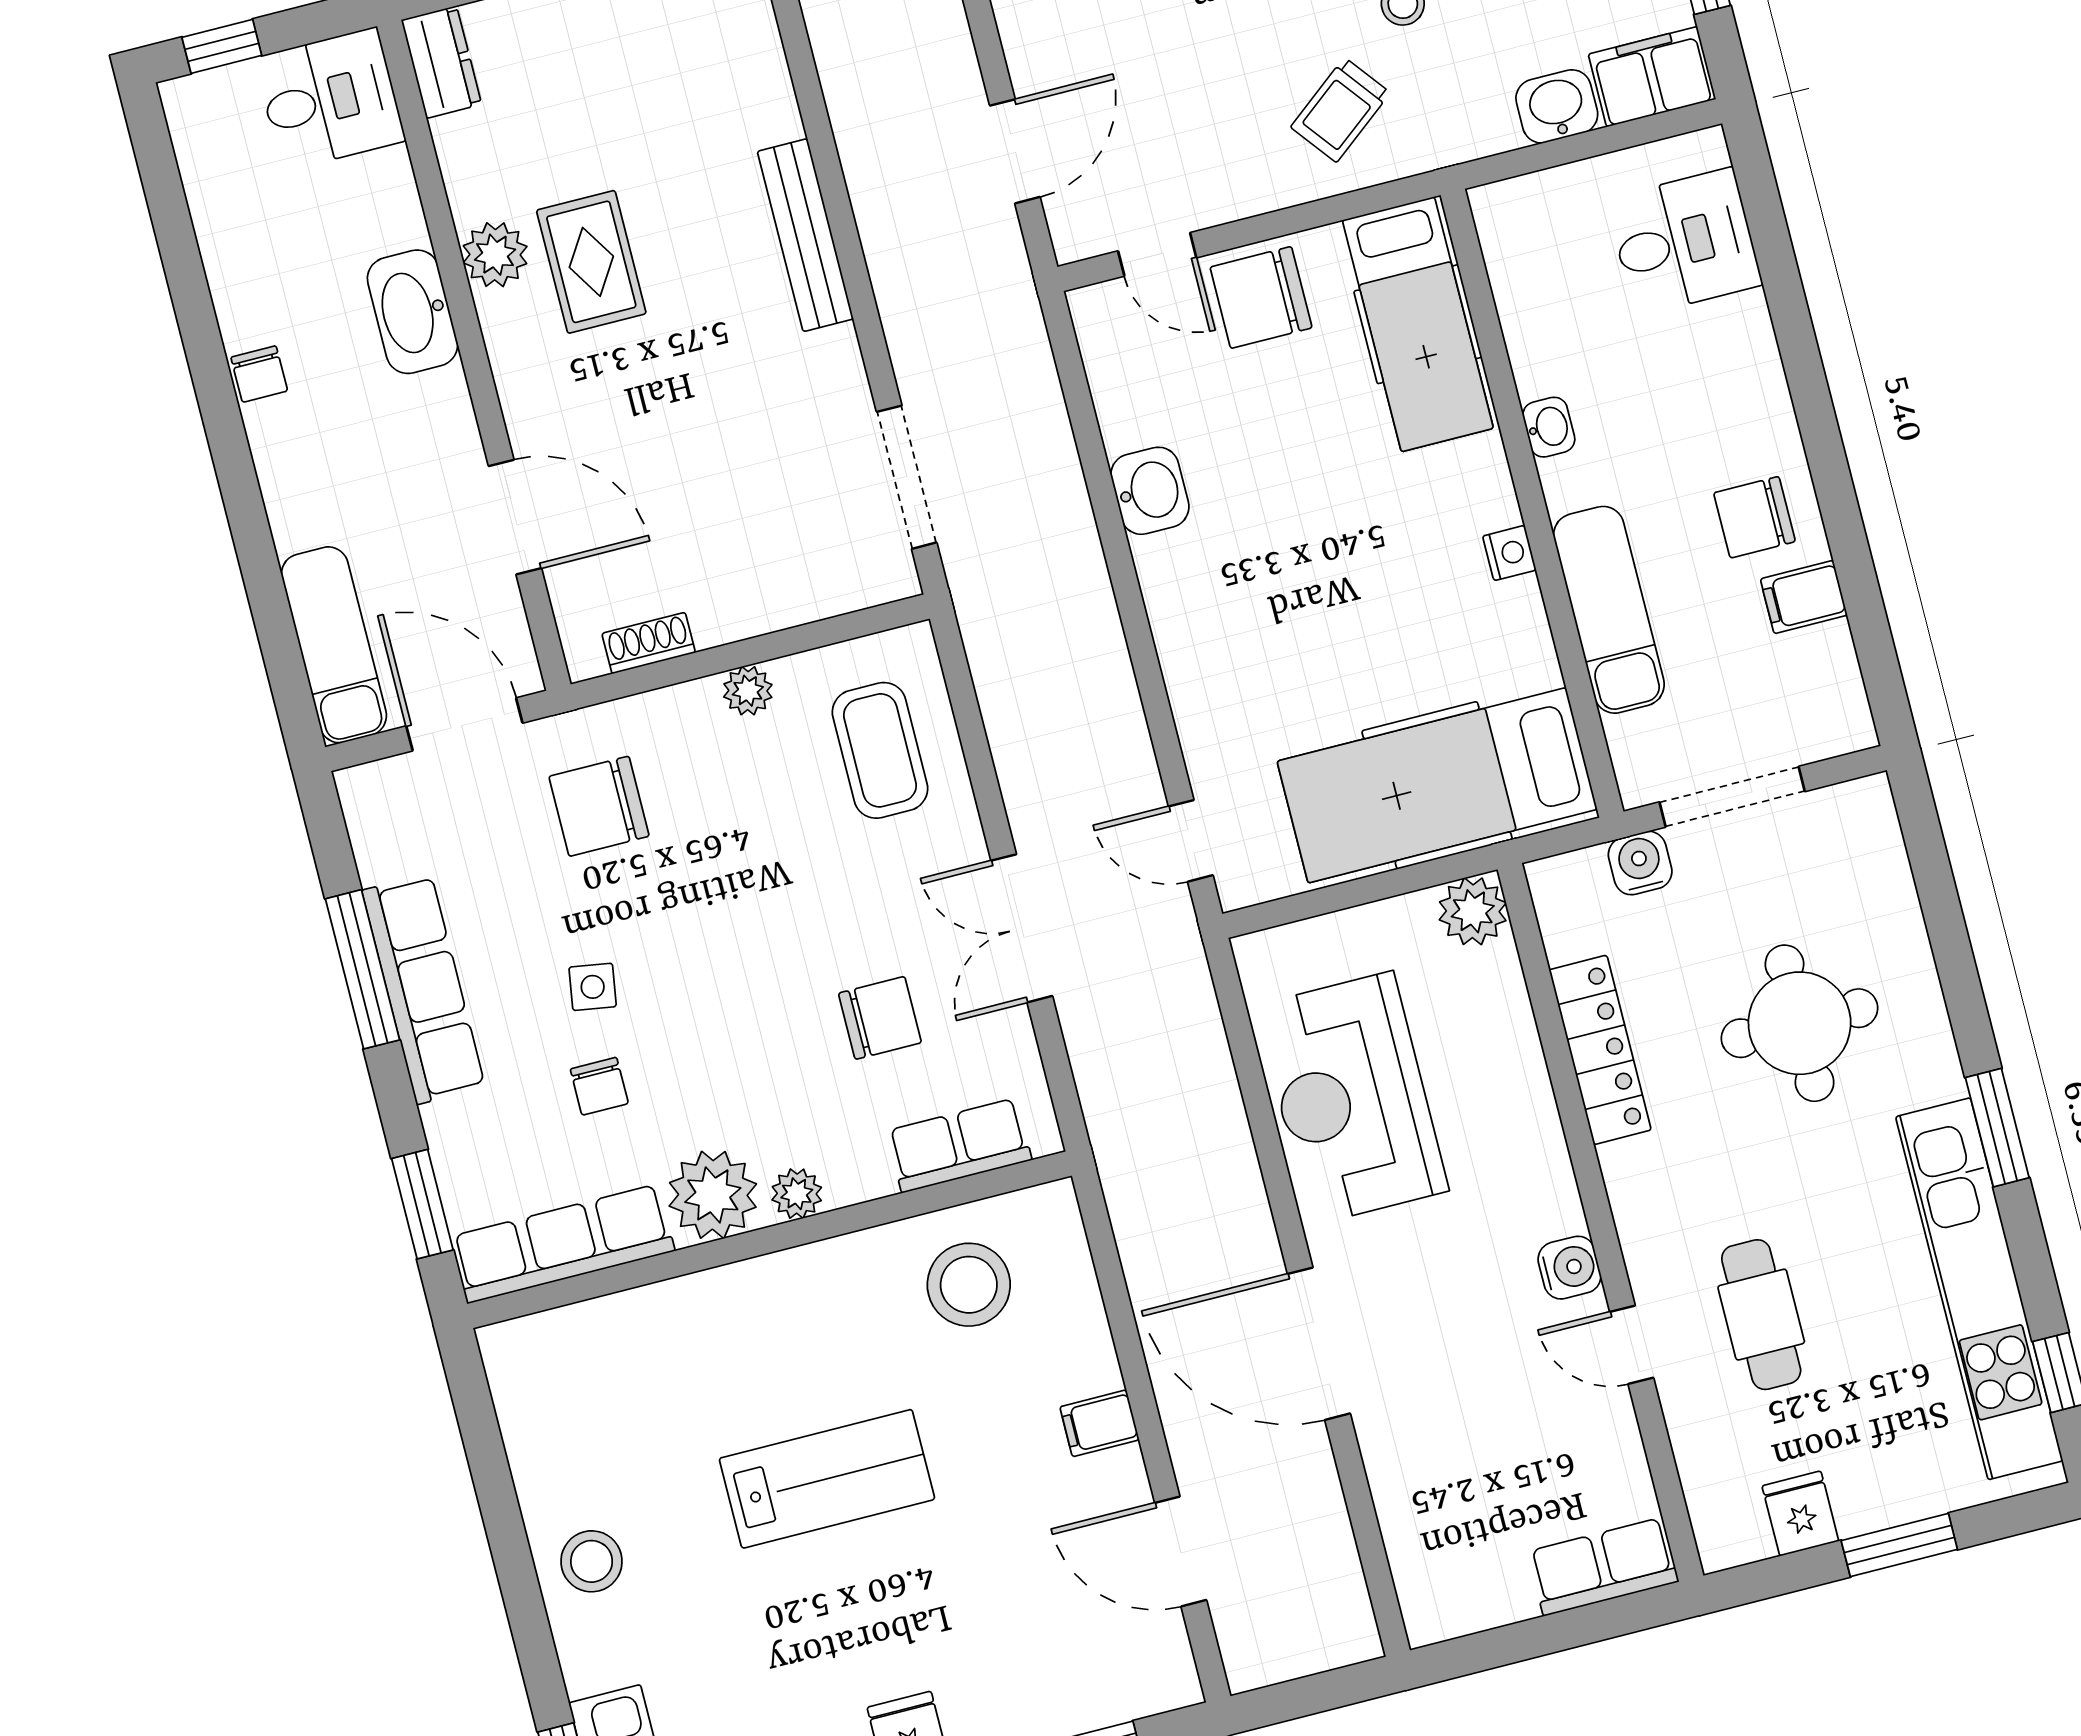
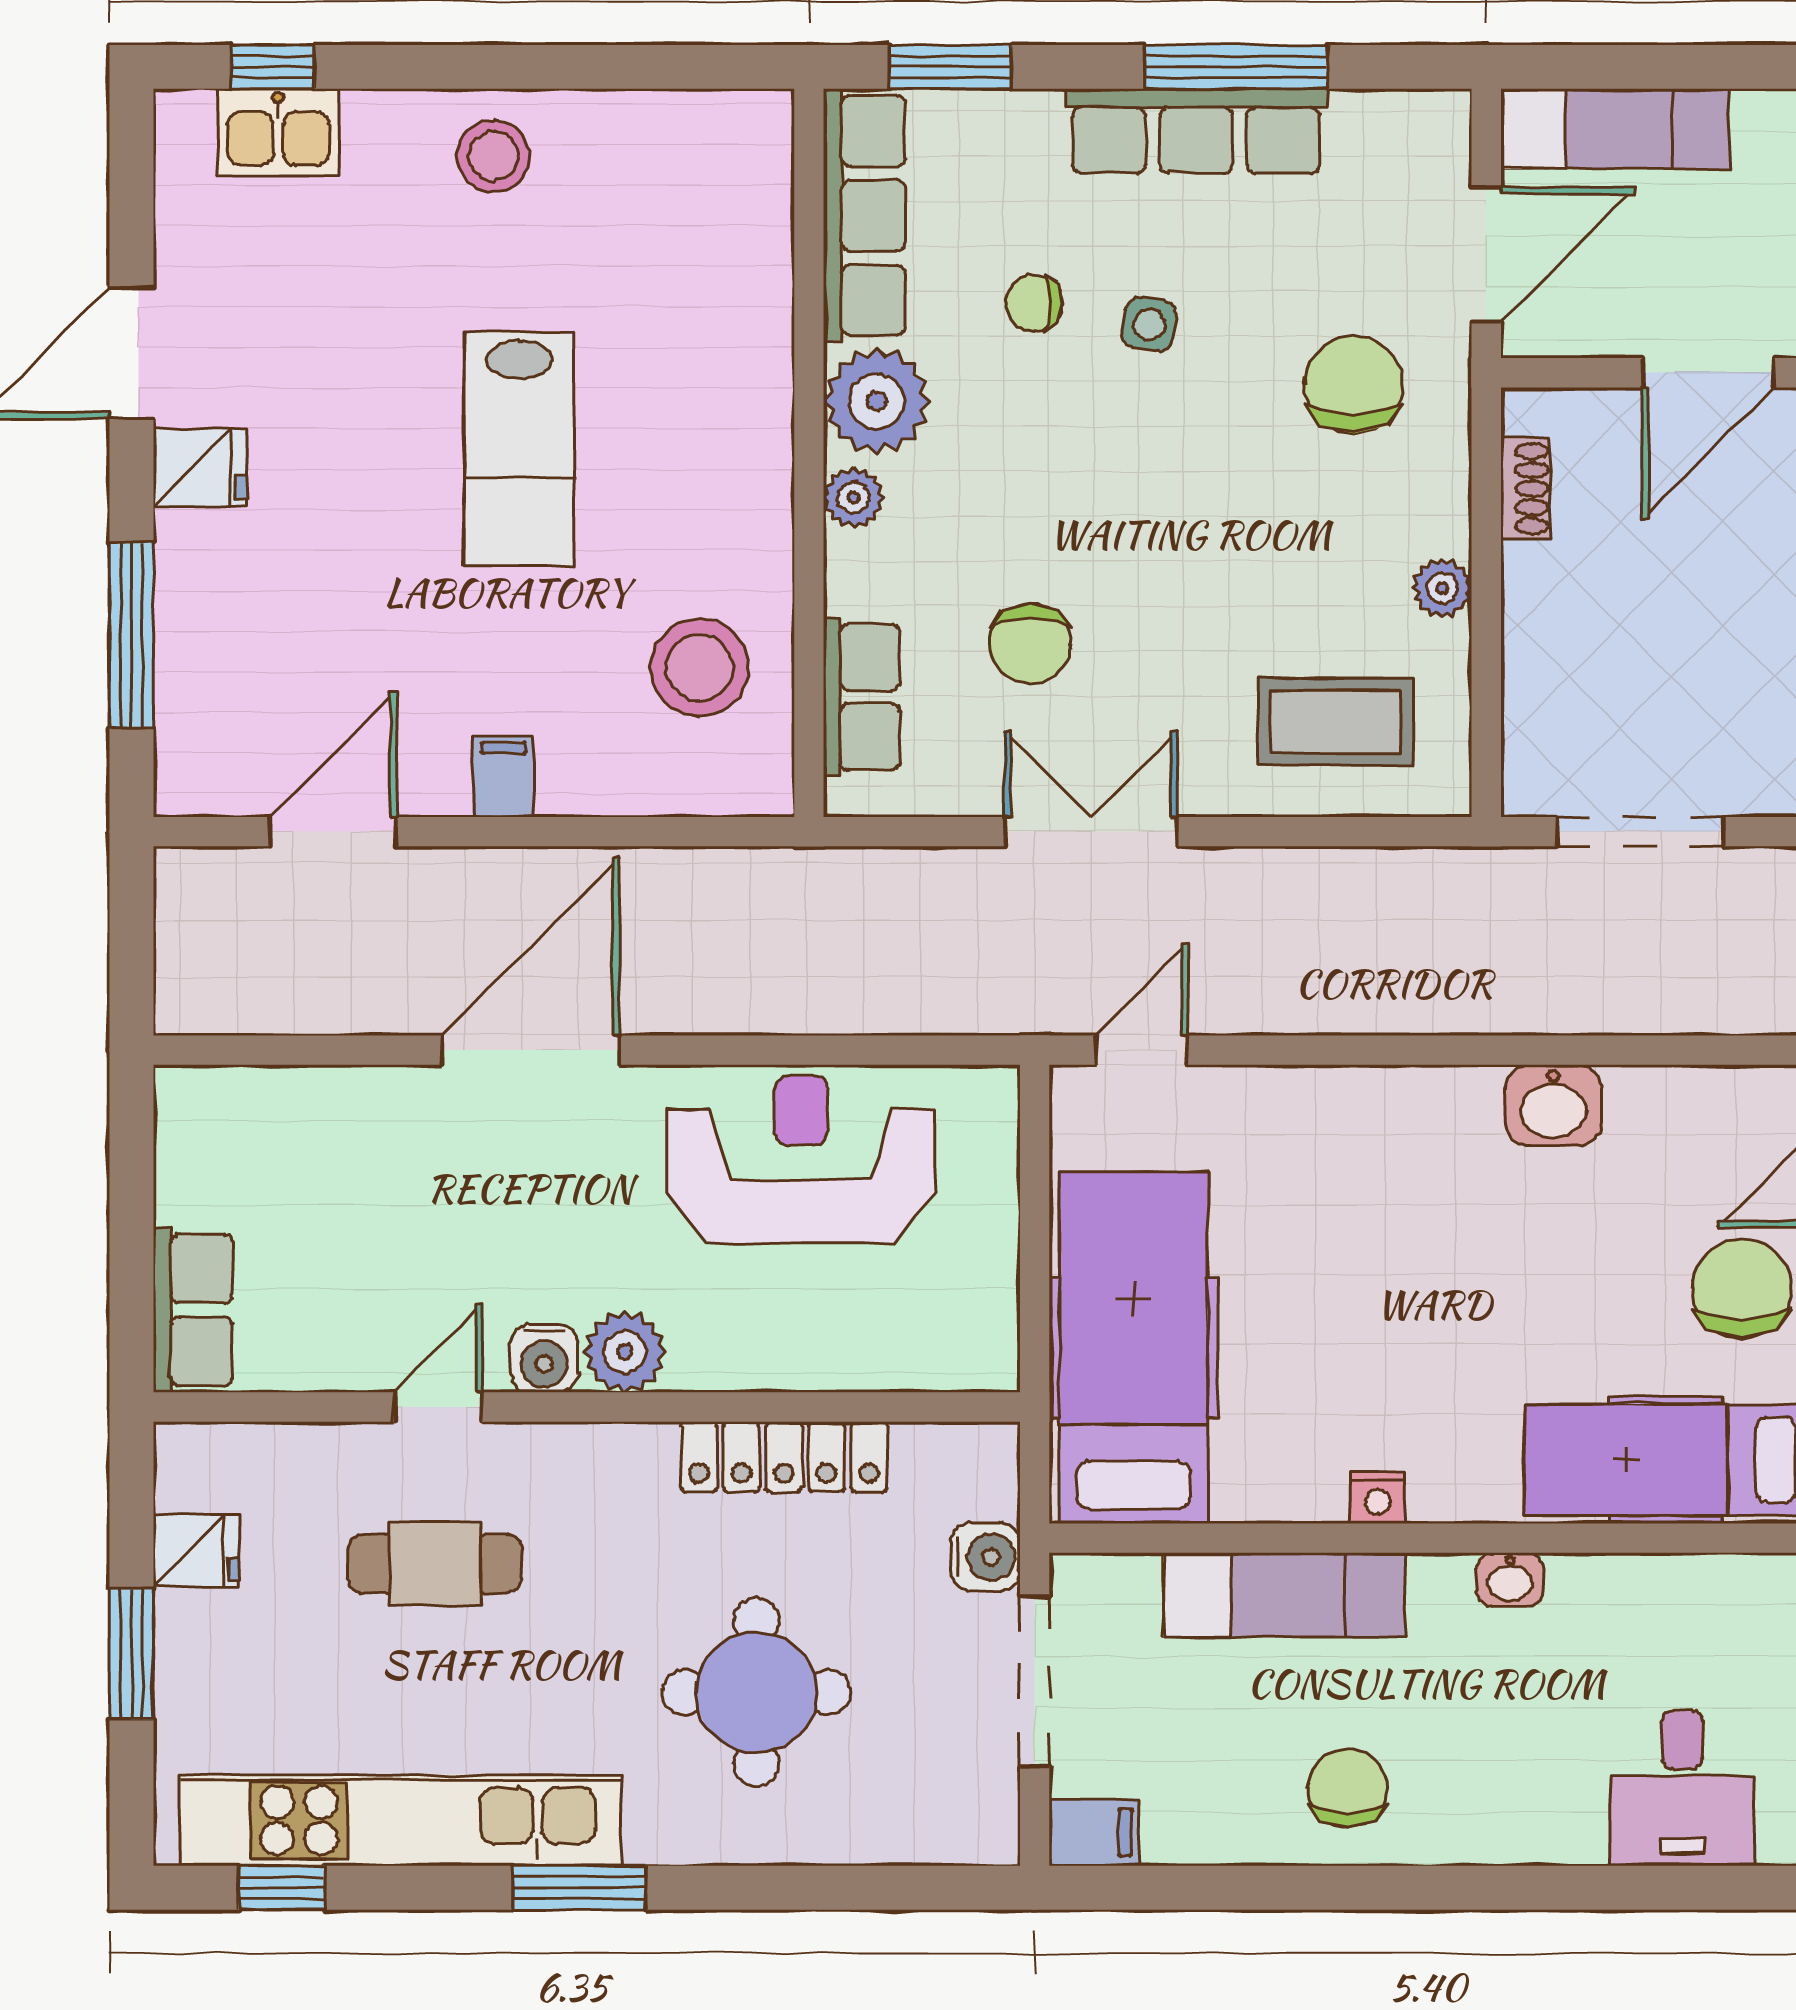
filing cabinet: (1804, 597) -> (1094, 1832), moved, turned 90
plant: (1473, 911) -> (625, 1352), moved

